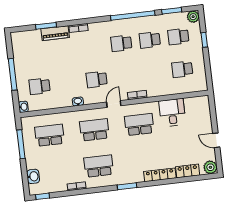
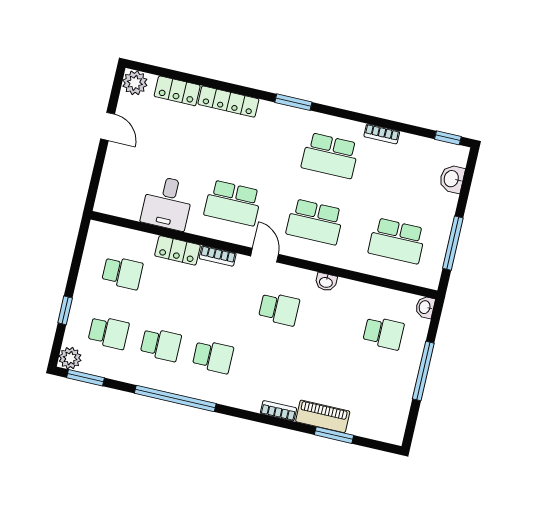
window: (172, 11) -> (85, 378), moved
locker: (158, 91) -> (178, 250), added
door: (114, 104) -> (265, 255), swing flipped

